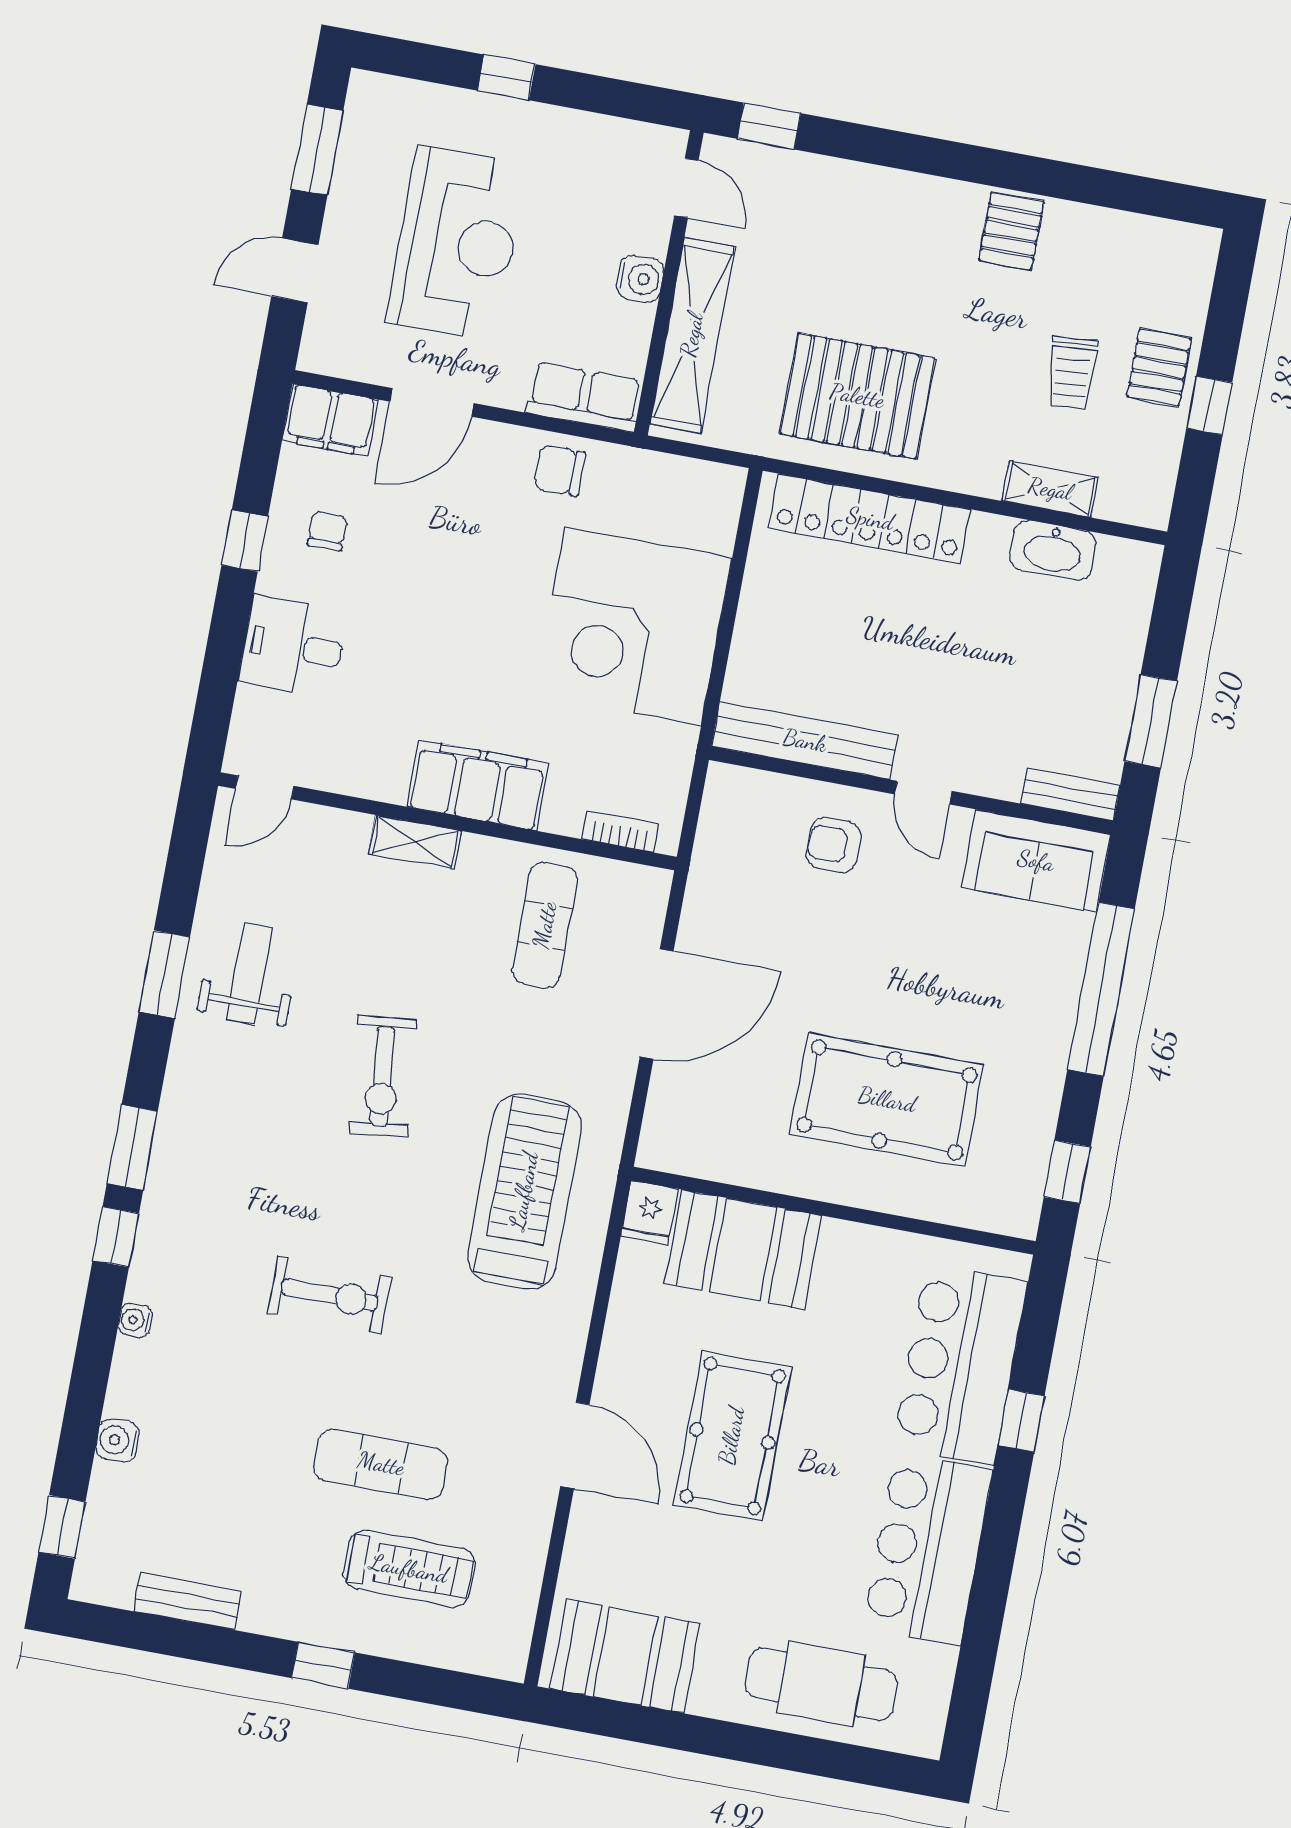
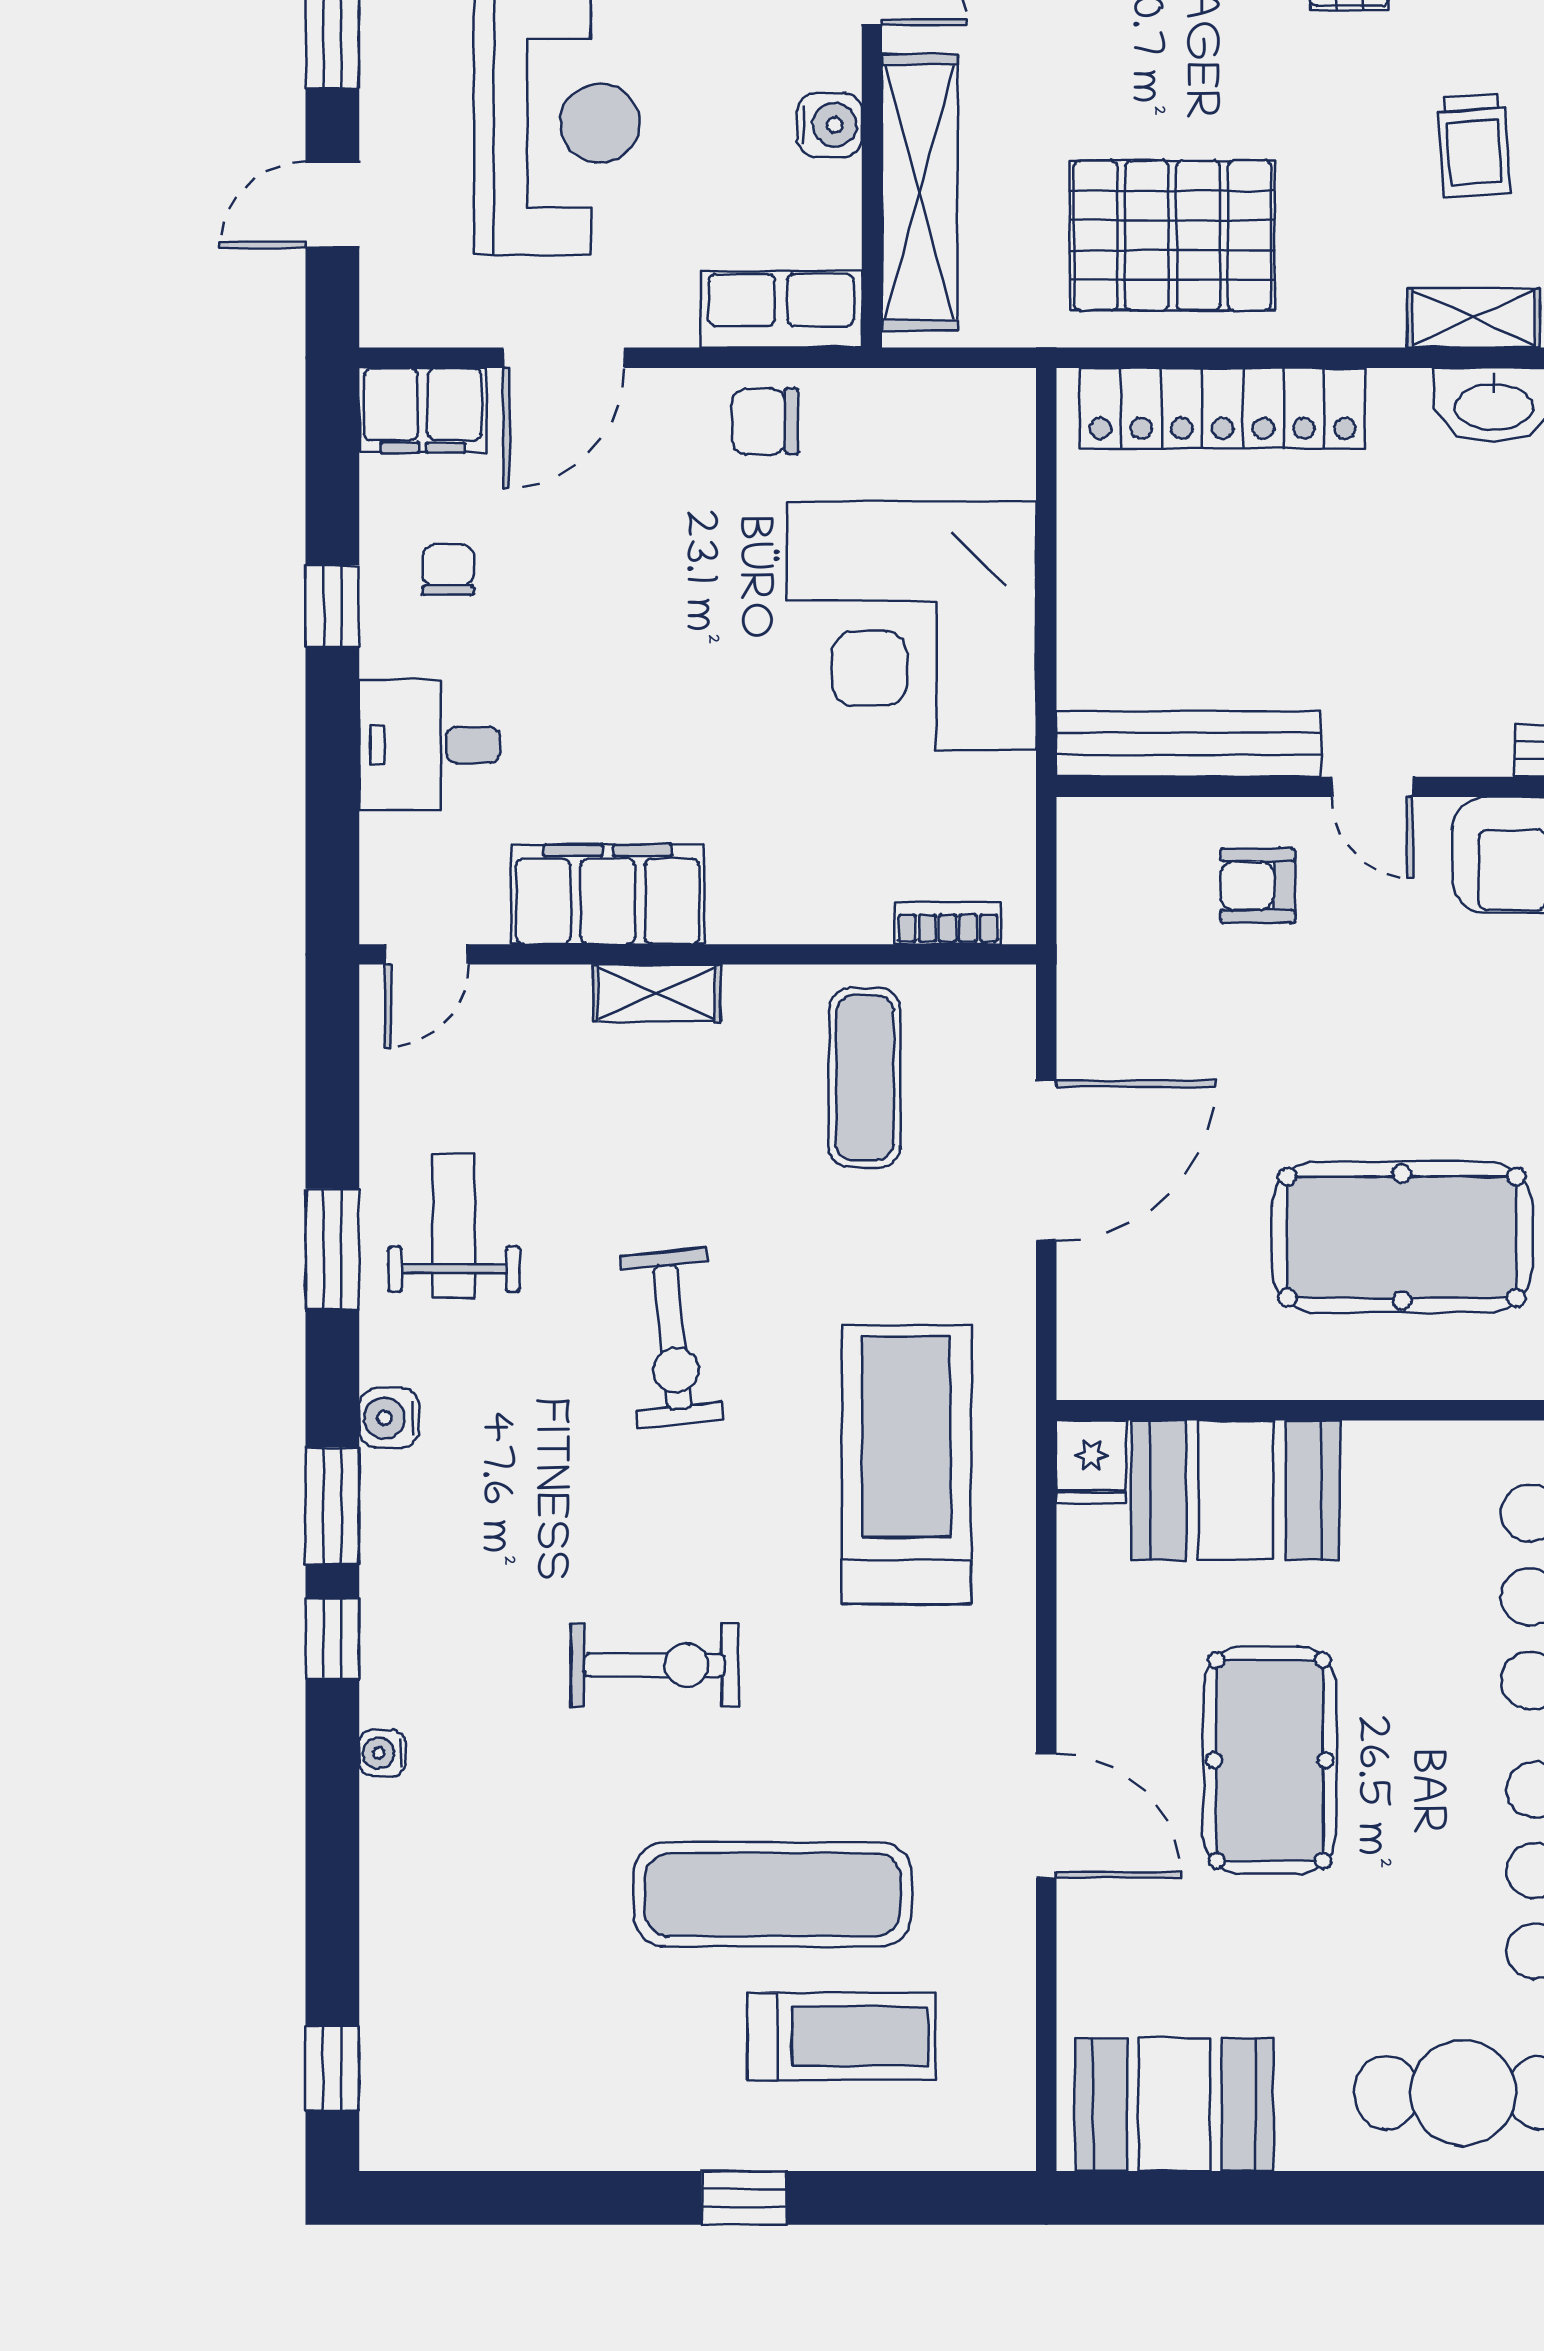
filing cabinet: (478, 785) -> (608, 894), moved
water cooler: (118, 1440) -> (389, 1418), moved
exercise mat: (381, 1464) -> (773, 1894), width x1.36, depth x1.45
bench: (188, 1601) -> (533, 2142), removed

